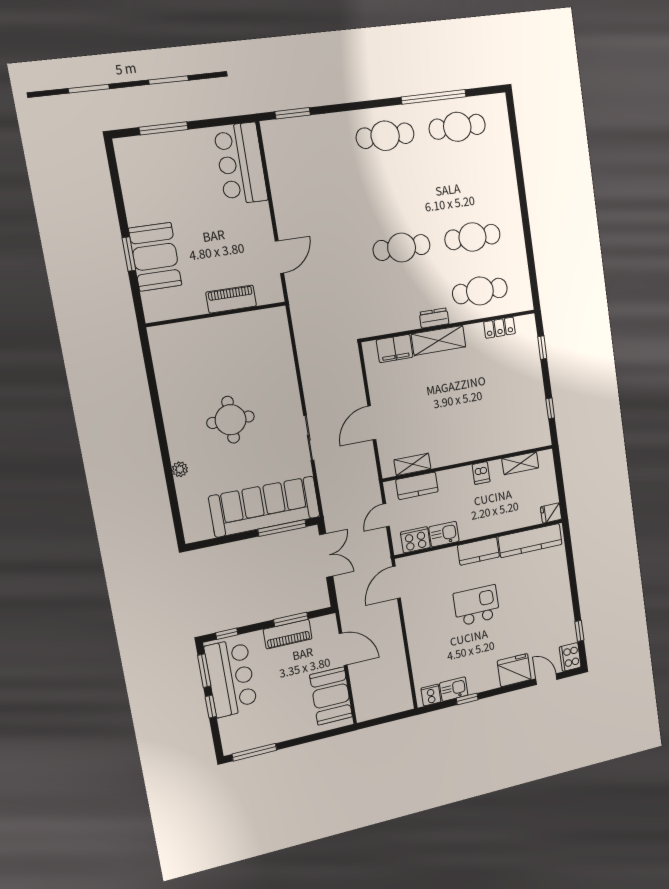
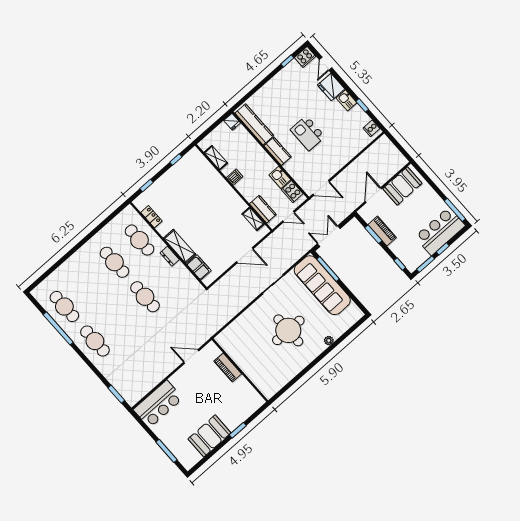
booth: (155, 257) -> (210, 436), moved
round table: (231, 420) -> (288, 330), width x1.36, depth x1.36
bar counter: (231, 678) -> (440, 231), moved
kitchen sink: (454, 689) -> (347, 100), moved

